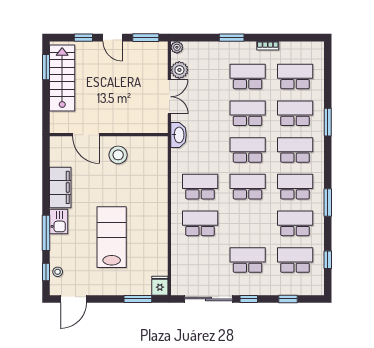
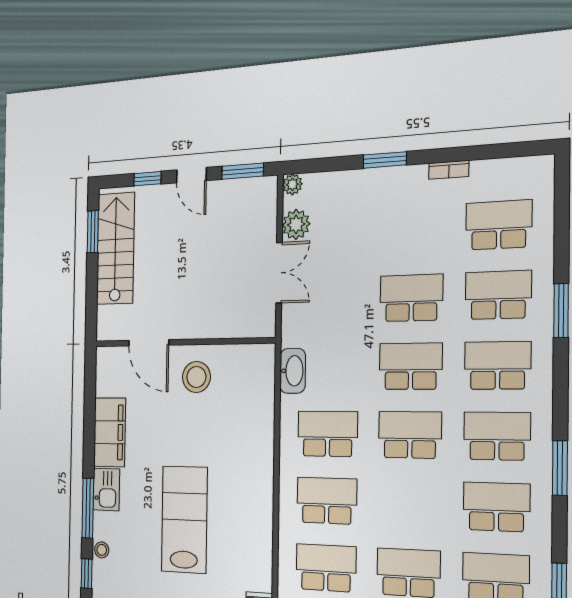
school desk: (248, 76) -> (326, 568), moved
washbasin: (179, 135) -> (293, 371), moved
stool: (58, 272) -> (102, 550), moved

